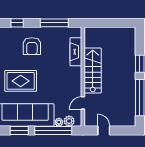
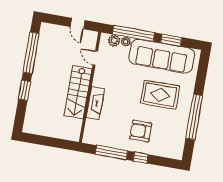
window: (17, 23) -> (141, 158), moved
armchair: (32, 46) -> (141, 131), turned -90
fireplace: (76, 52) -> (95, 103), moved
door: (83, 103) -> (95, 58), swing flipped

